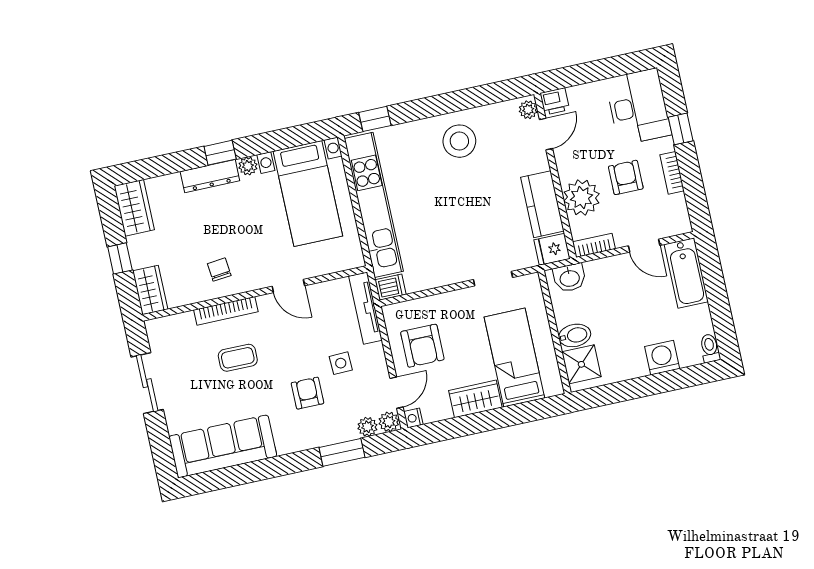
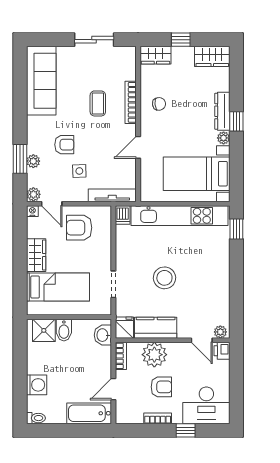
stool: (459, 141) -> (164, 278), moved
plant: (367, 427) -> (33, 161), moved

